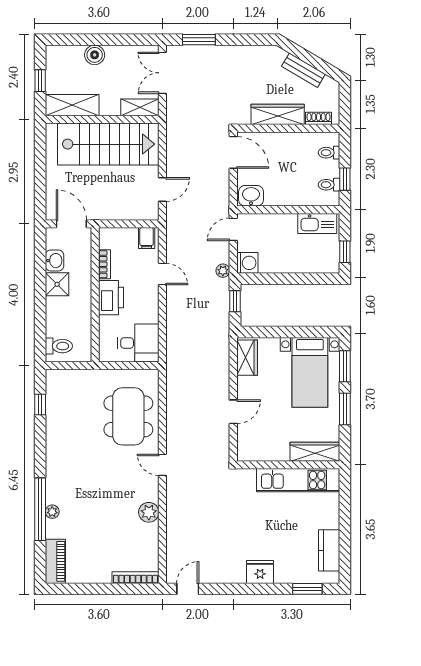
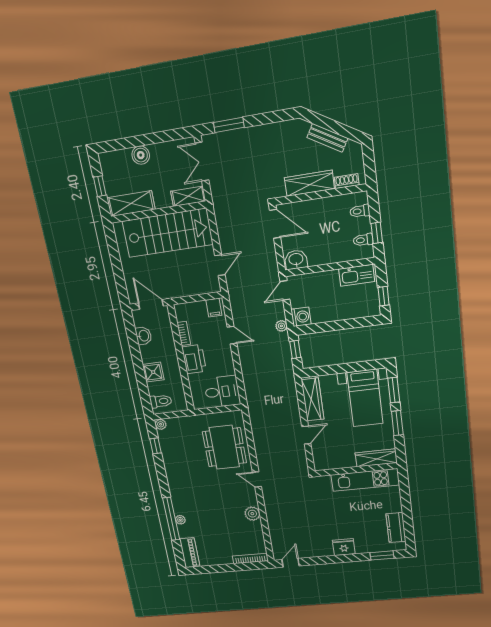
shower: (57, 284) -> (153, 372), moved
wardrobe: (247, 358) -> (313, 400), width x1.50
plant: (53, 376) -> (161, 424), added

